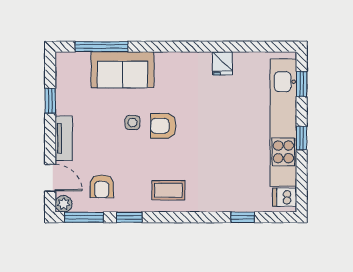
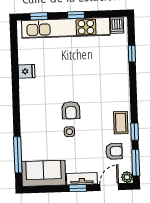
sofa: (122, 70) -> (44, 173), moved, turned -90
window: (50, 101) -> (78, 188), moved
coffee table: (168, 190) -> (121, 123), moved

